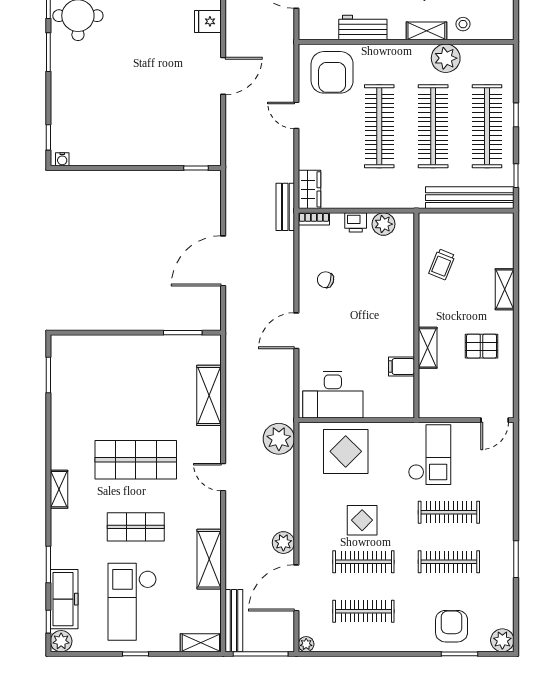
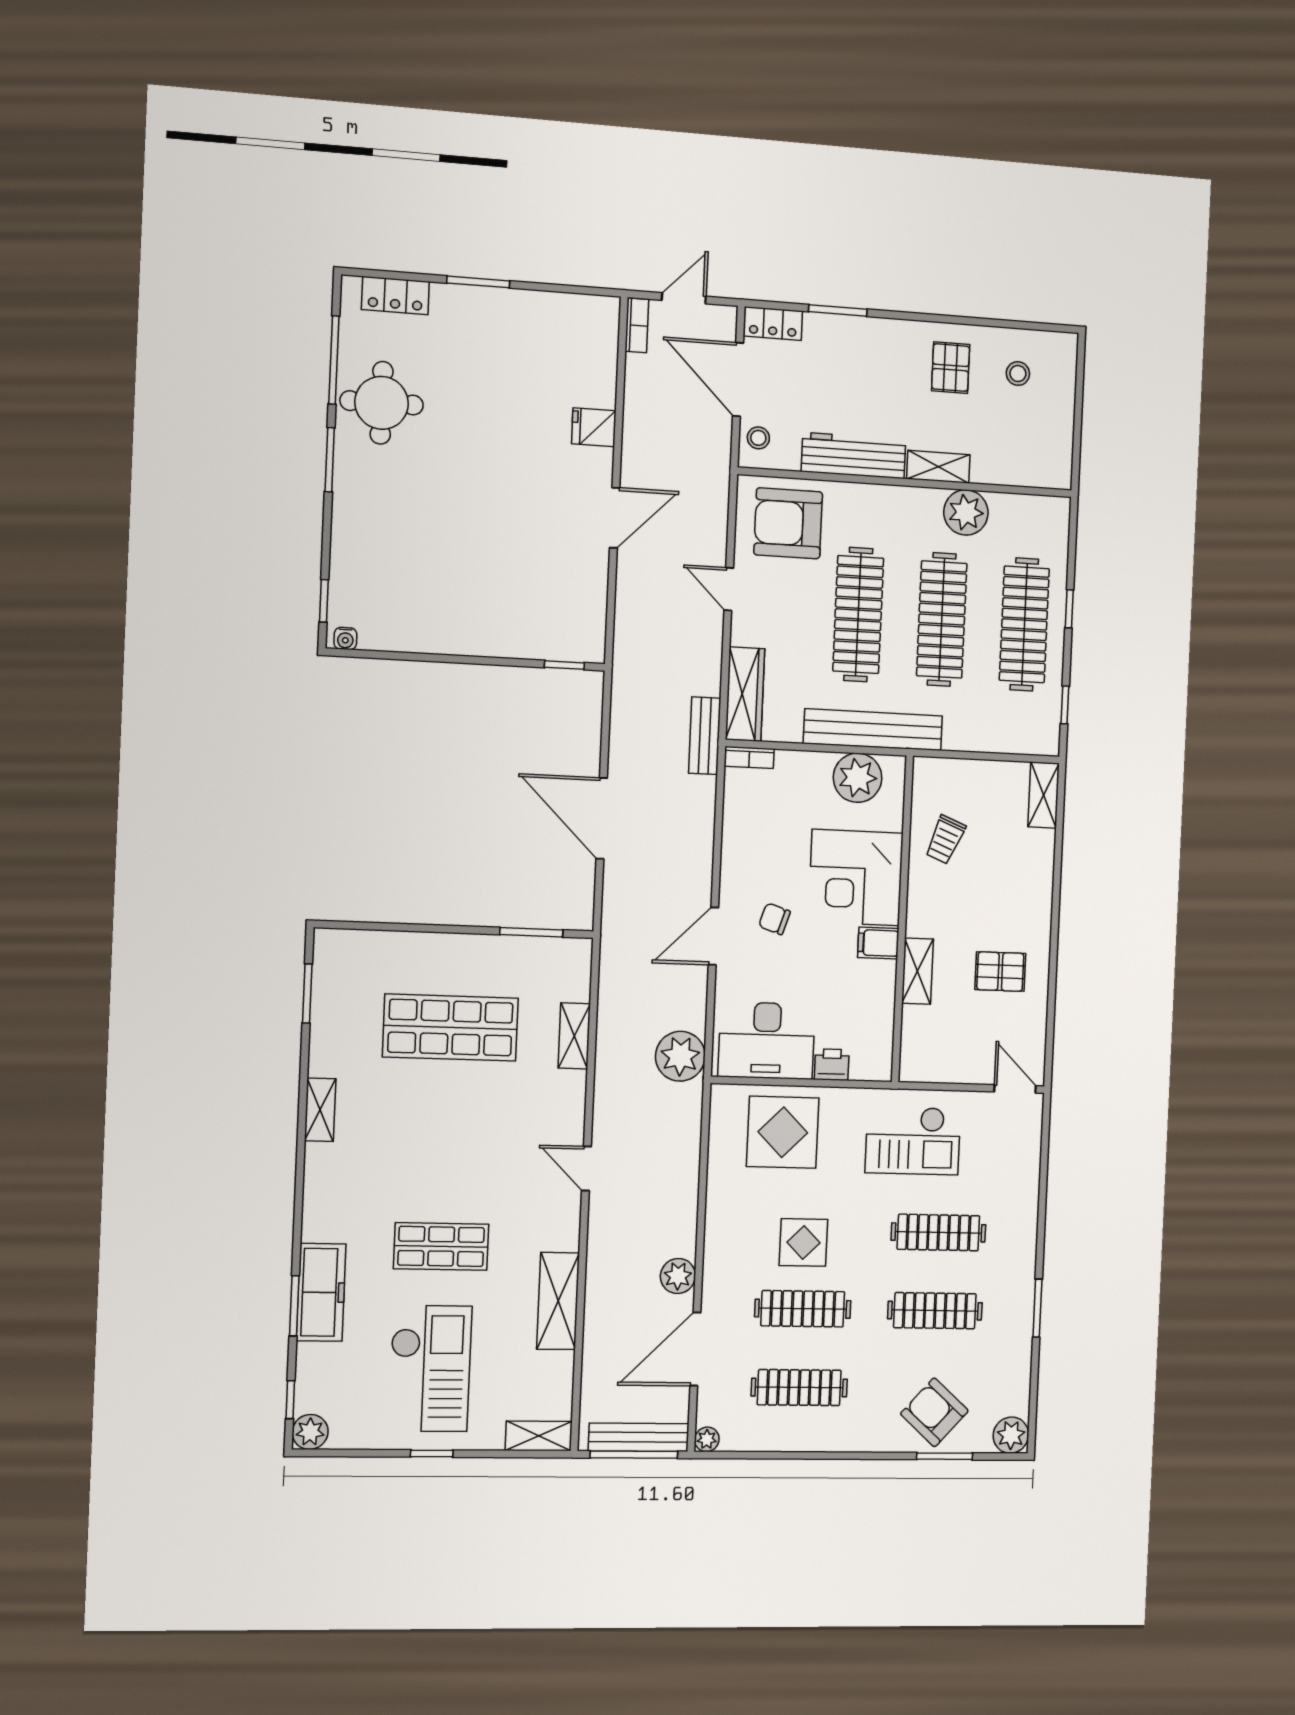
stool: (463, 24) -> (758, 438), moved
workbench: (363, 28) -> (854, 456), width x1.38
armchair: (332, 72) -> (788, 523), turned 90
wardrobe: (310, 189) -> (745, 694), width x1.50
bench: (470, 198) -> (873, 730), moved
printer: (356, 222) -> (832, 1065), moved, turned 180
plant: (383, 224) -> (858, 778), width x1.36, depth x1.36
door: (223, 261) -> (602, 818), hinge flipped
chair: (326, 280) -> (774, 919), moved
shelving: (505, 289) -> (1044, 795), moved
corner desk: (385, 291) -> (856, 878), added
filing cabinet: (402, 367) -> (878, 943), moved
shelving: (209, 395) -> (574, 1036), width x0.67, depth x0.75
door: (495, 420) -> (1015, 1089), swing flipped
plant: (279, 439) -> (680, 1056), moved
checkout: (430, 455) -> (913, 1141), turned 90
shop shelf: (136, 460) -> (450, 1028), moved
shelving: (59, 489) -> (320, 1110), moved
freezer: (64, 599) -> (321, 1292), moved
checkout: (132, 602) -> (430, 1368), turned 180
bench: (234, 621) -> (639, 1437), moved, turned 90
armchair: (452, 626) -> (934, 1412), turned -48

